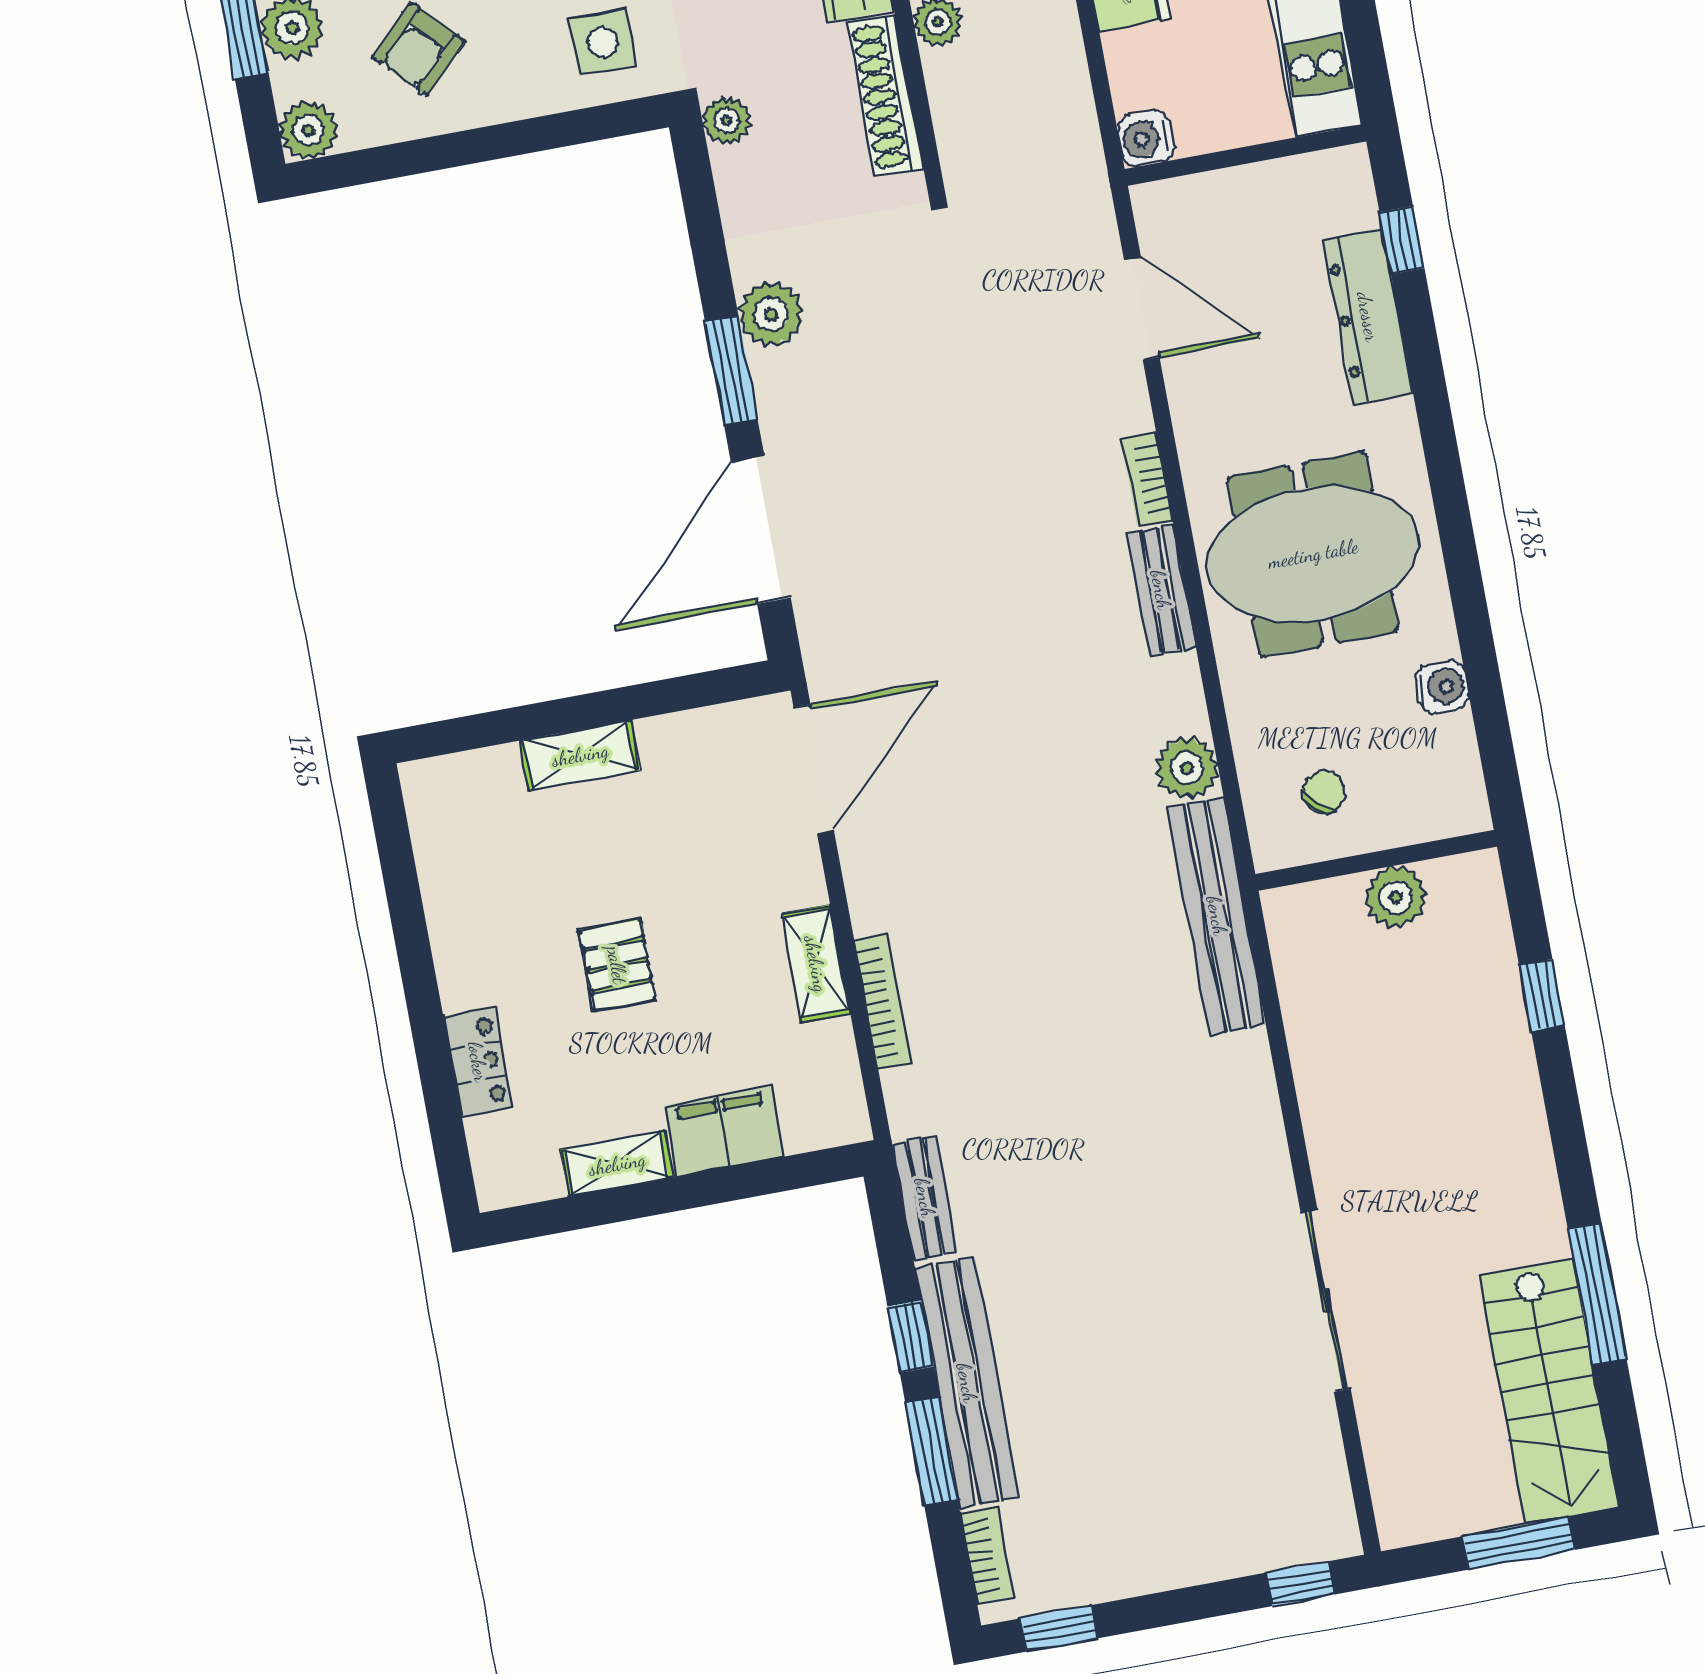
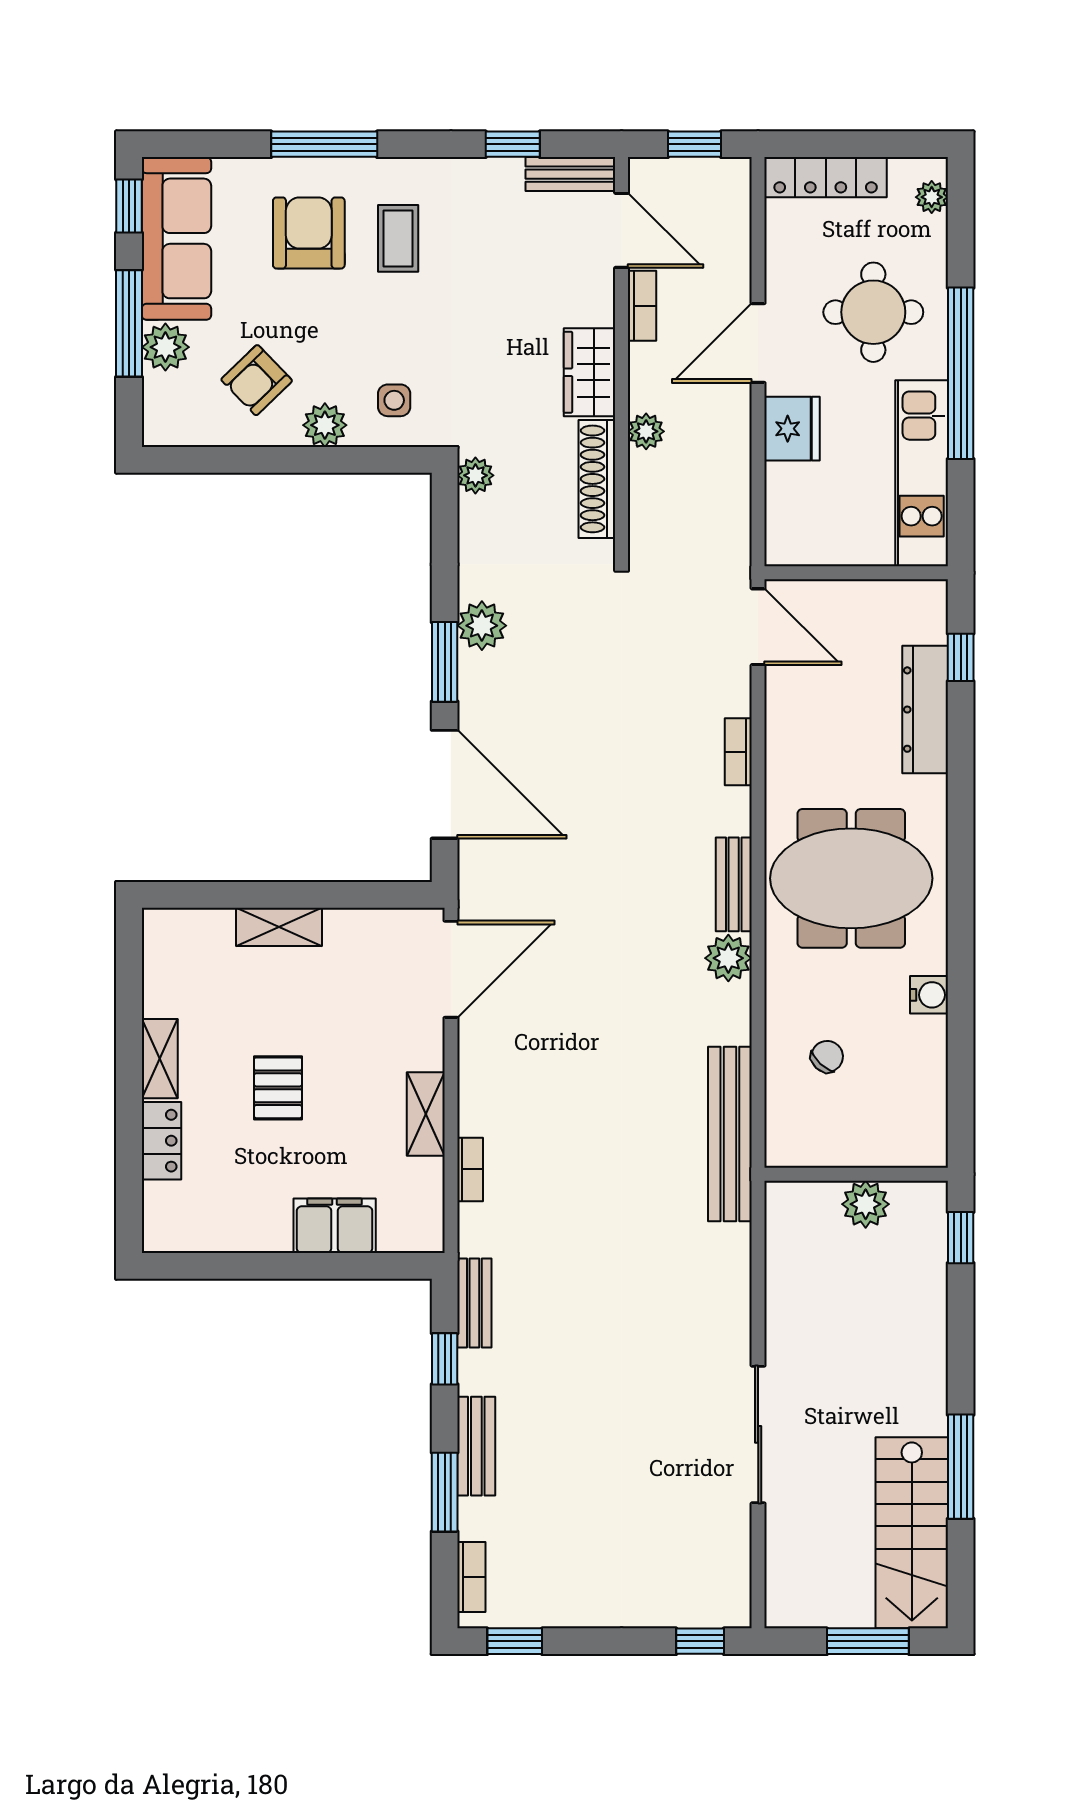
side table: (602, 42) -> (394, 400), width x0.73, depth x0.73
plant: (308, 130) -> (325, 425), moved
water cooler: (1146, 139) -> (784, 547), removed
door: (1142, 309) -> (758, 627), moved
bookcase: (1147, 480) -> (738, 752), moved
door: (761, 530) -> (445, 784), swing flipped
plant: (1187, 768) -> (728, 958), moved
wall: (1376, 860) -> (856, 1174), moved
plant: (1396, 897) -> (866, 1204), moved
bookcase: (883, 1002) -> (470, 1169), width x0.64
shelving: (617, 1164) -> (160, 1059), moved, turned 90
window: (910, 1337) -> (445, 1359), moved
bench: (967, 1383) -> (476, 1446), width x0.54, depth x0.82

